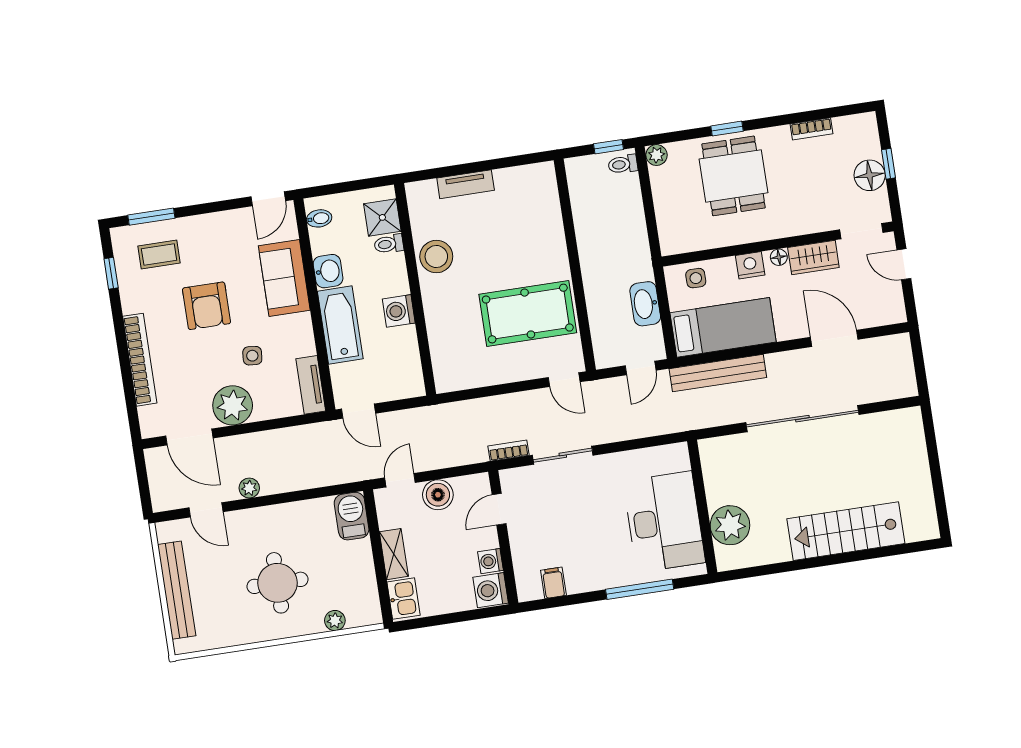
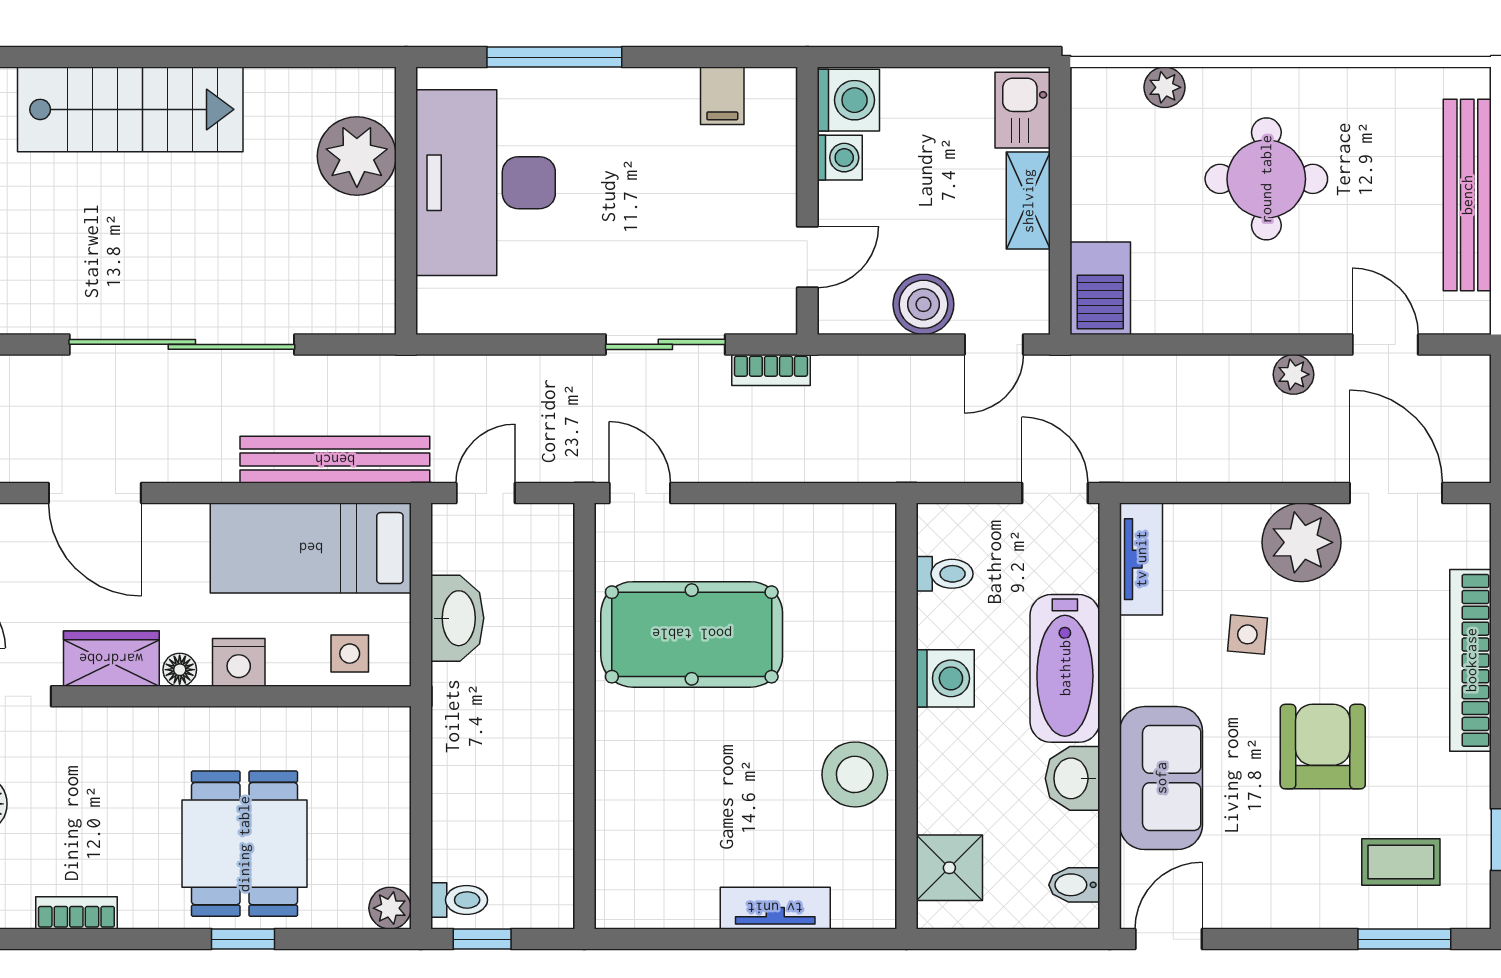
toilet: (389, 244) -> (945, 574), moved

